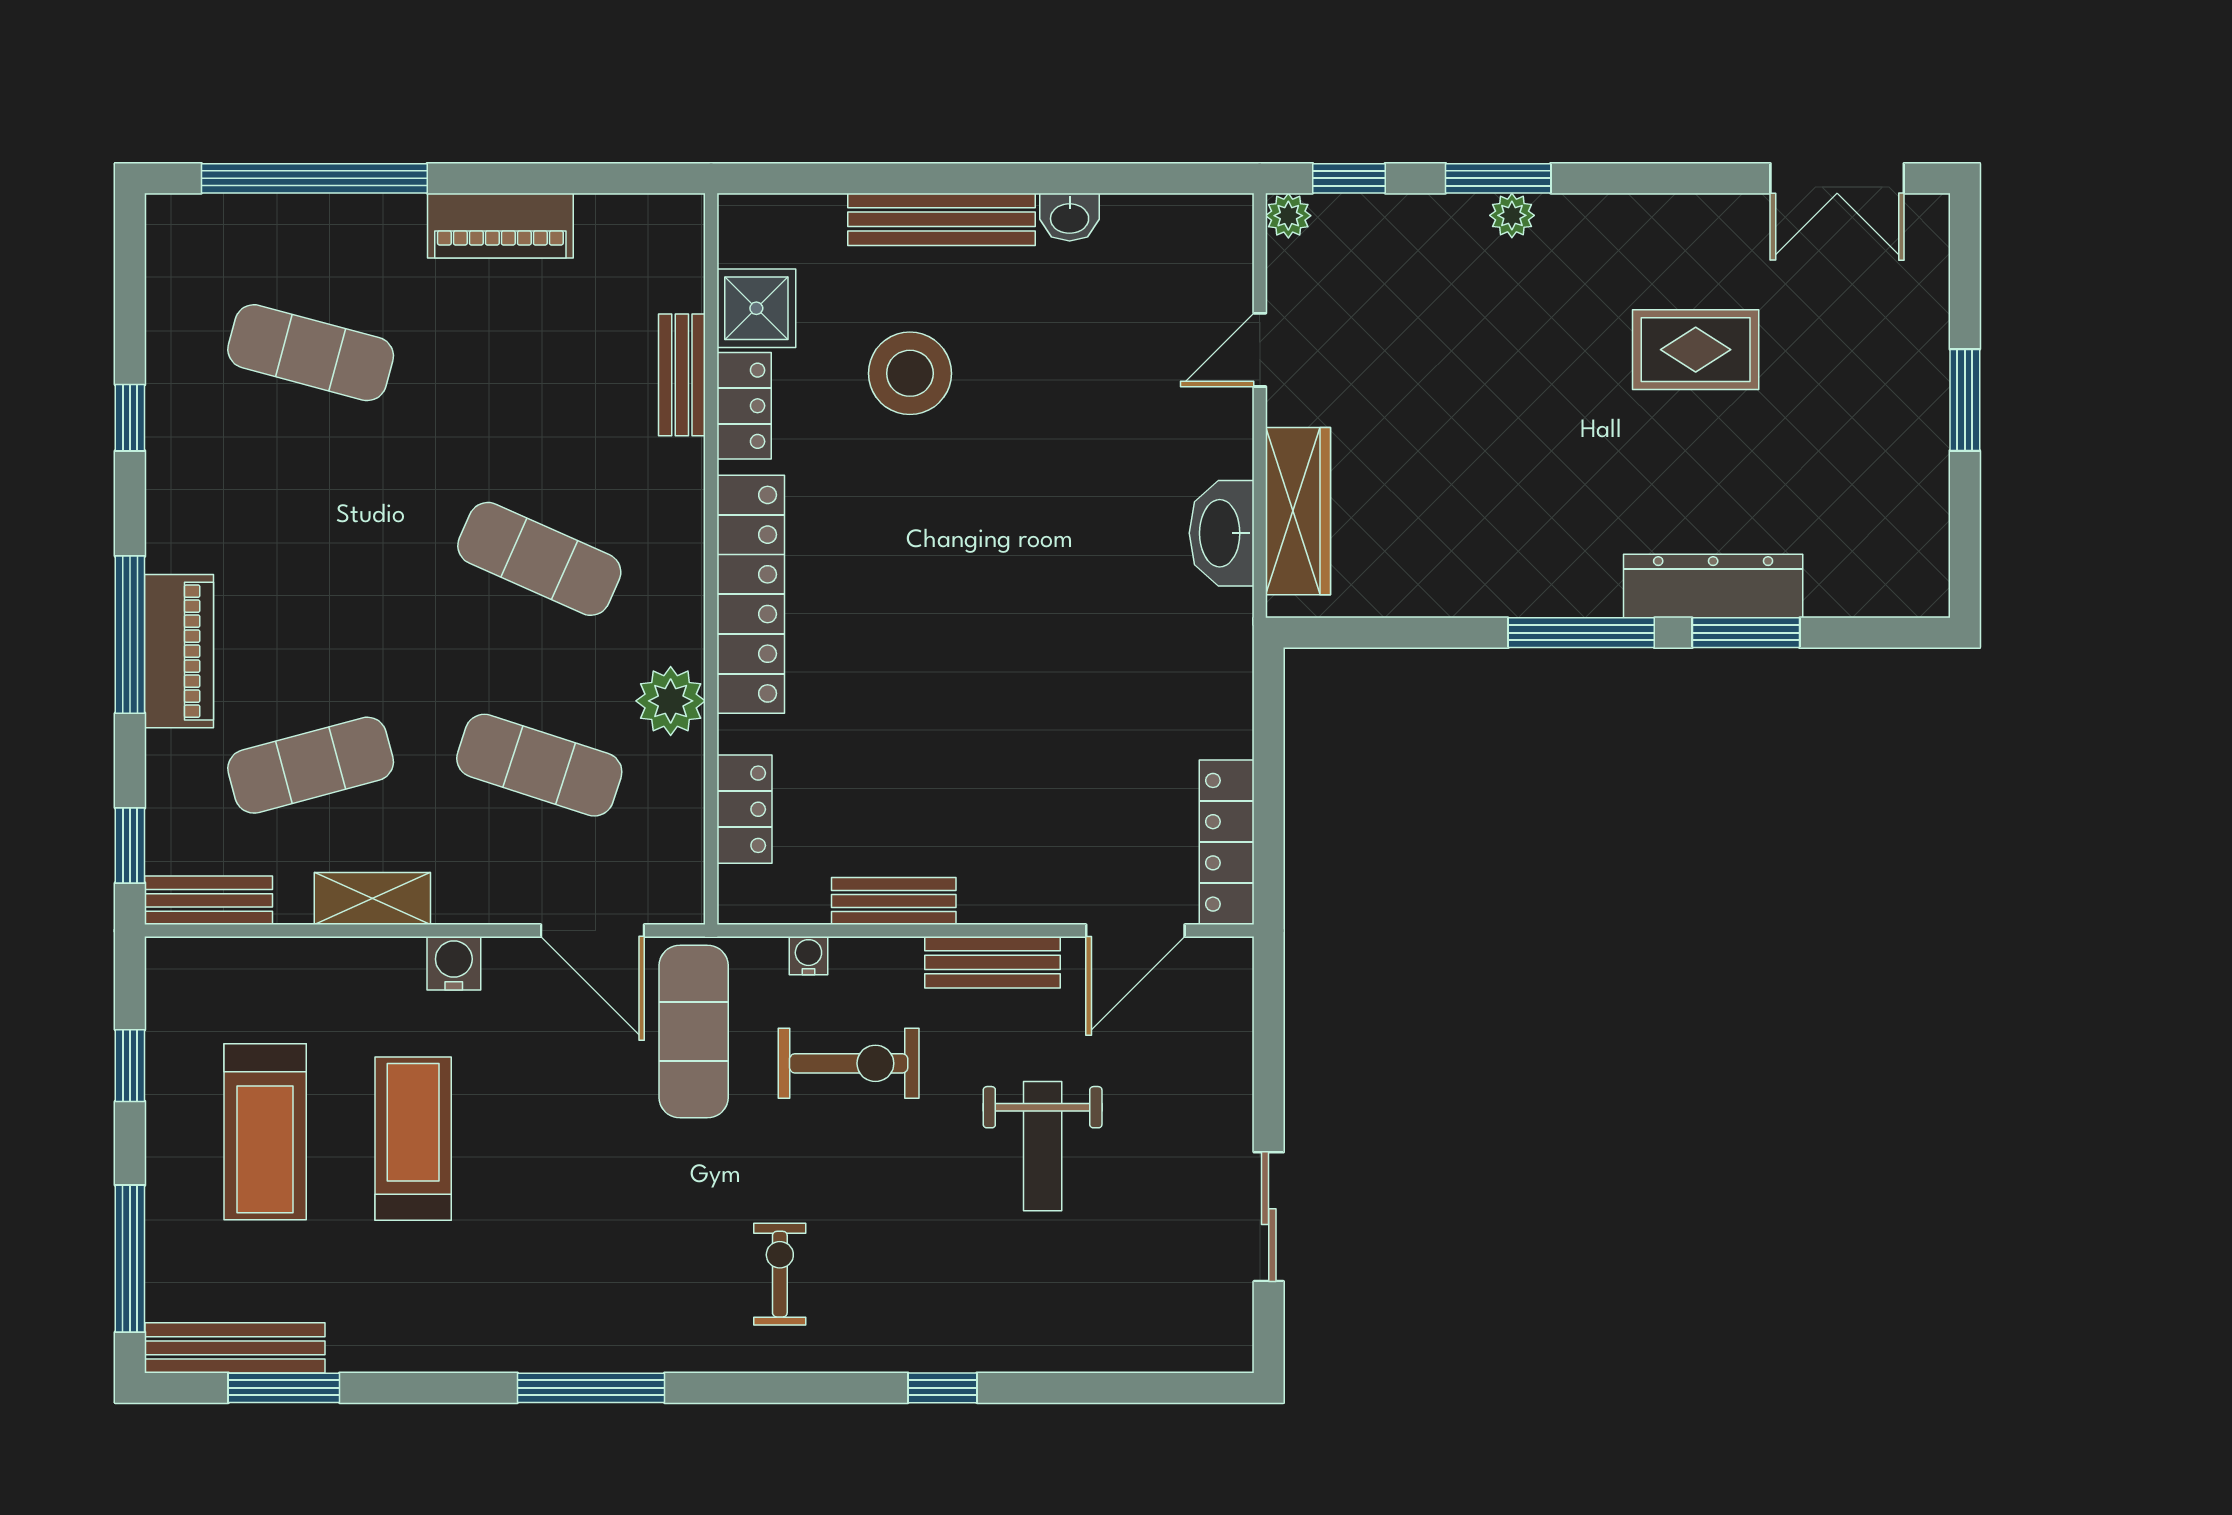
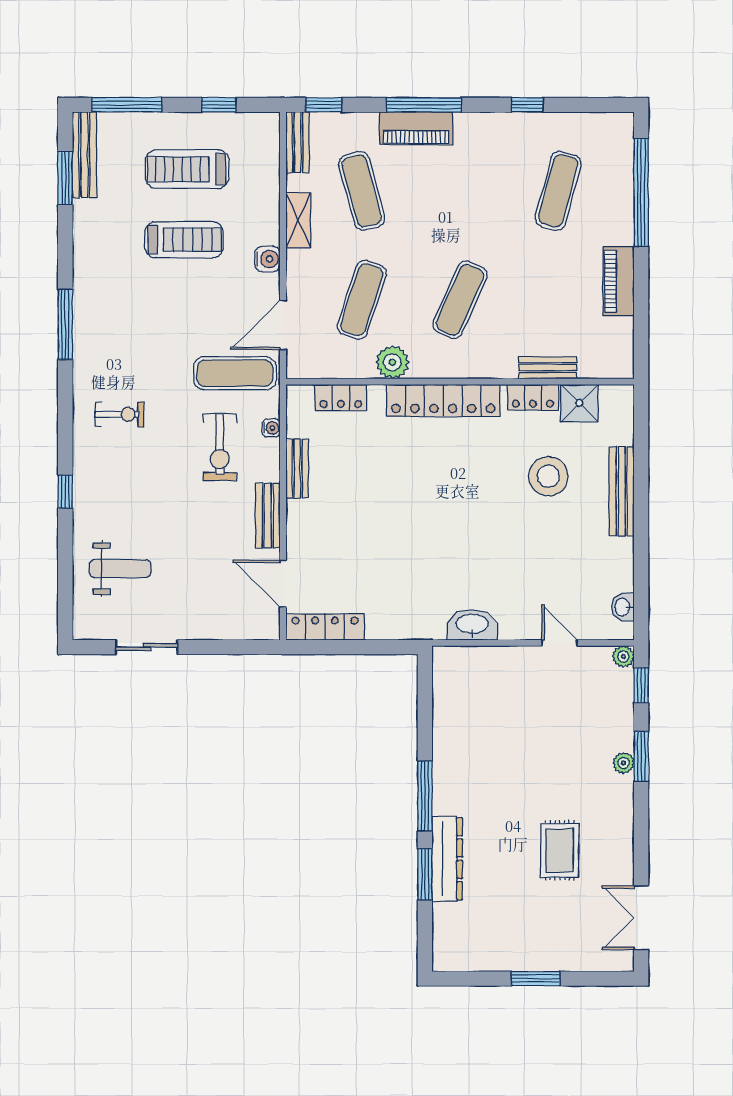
washbasin: (1070, 217) -> (623, 607), moved
wardrobe: (1298, 511) -> (483, 661), removed
weight bench: (1043, 1146) -> (120, 569), moved, turned 180

